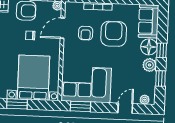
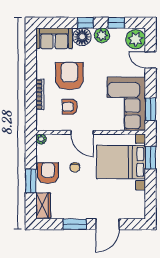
door: (62, 28) -> (82, 132), moved
armchair: (86, 33) -> (70, 107), turned 180
armchair: (114, 34) -> (69, 76), turned 90
plant: (145, 100) -> (136, 39), width x1.88, depth x1.88
window: (17, 104) -> (150, 158), moved

